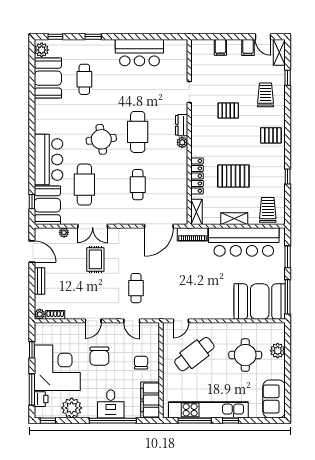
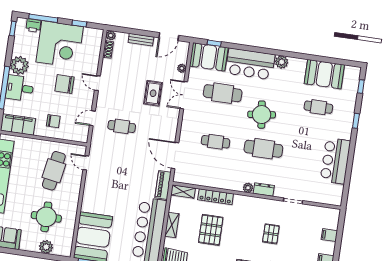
plant: (42, 50) -> (282, 62), moved
rug: (95, 259) -> (153, 93), turned 90
cafe table: (194, 354) -> (54, 171), turned 47
plant: (72, 408) -> (19, 65), moved

